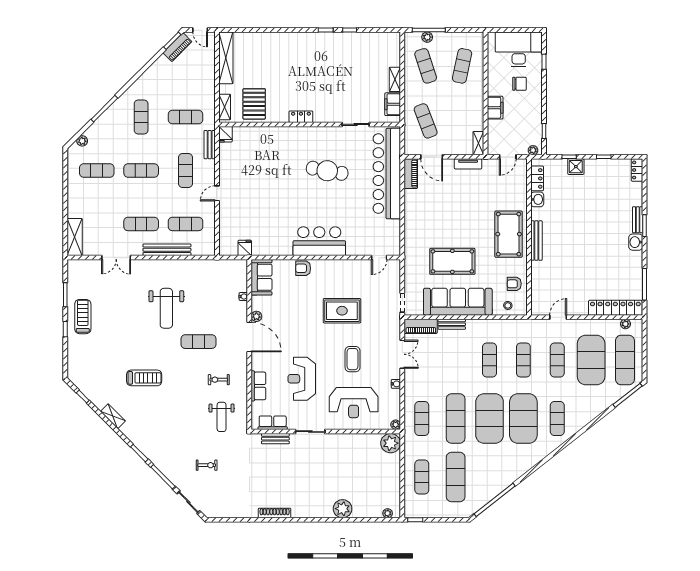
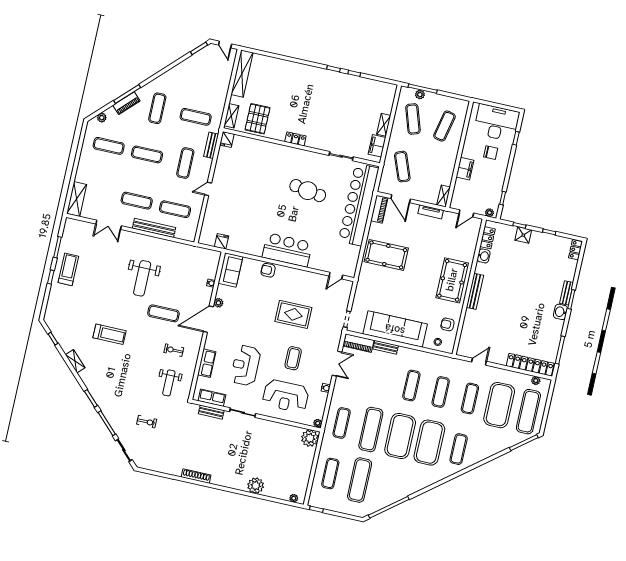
piano: (177, 47) -> (126, 103), moved
pool table: (452, 261) -> (386, 255), moved
door: (249, 337) -> (208, 319), swing flipped

